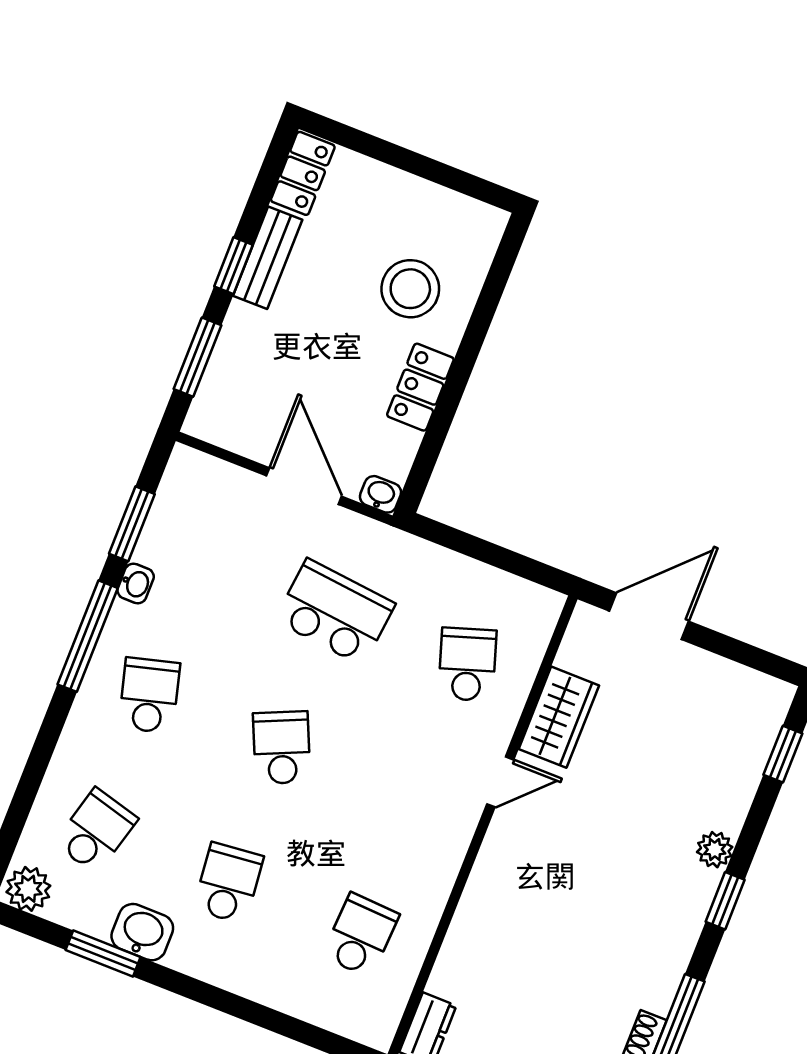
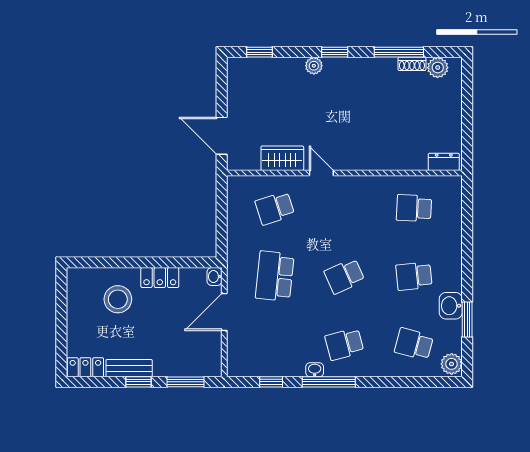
window: (132, 524) -> (271, 382), width x0.67
washbasin: (136, 583) -> (315, 370), moved

